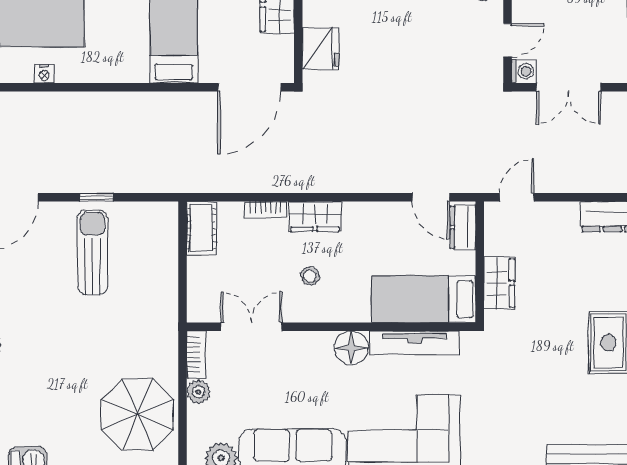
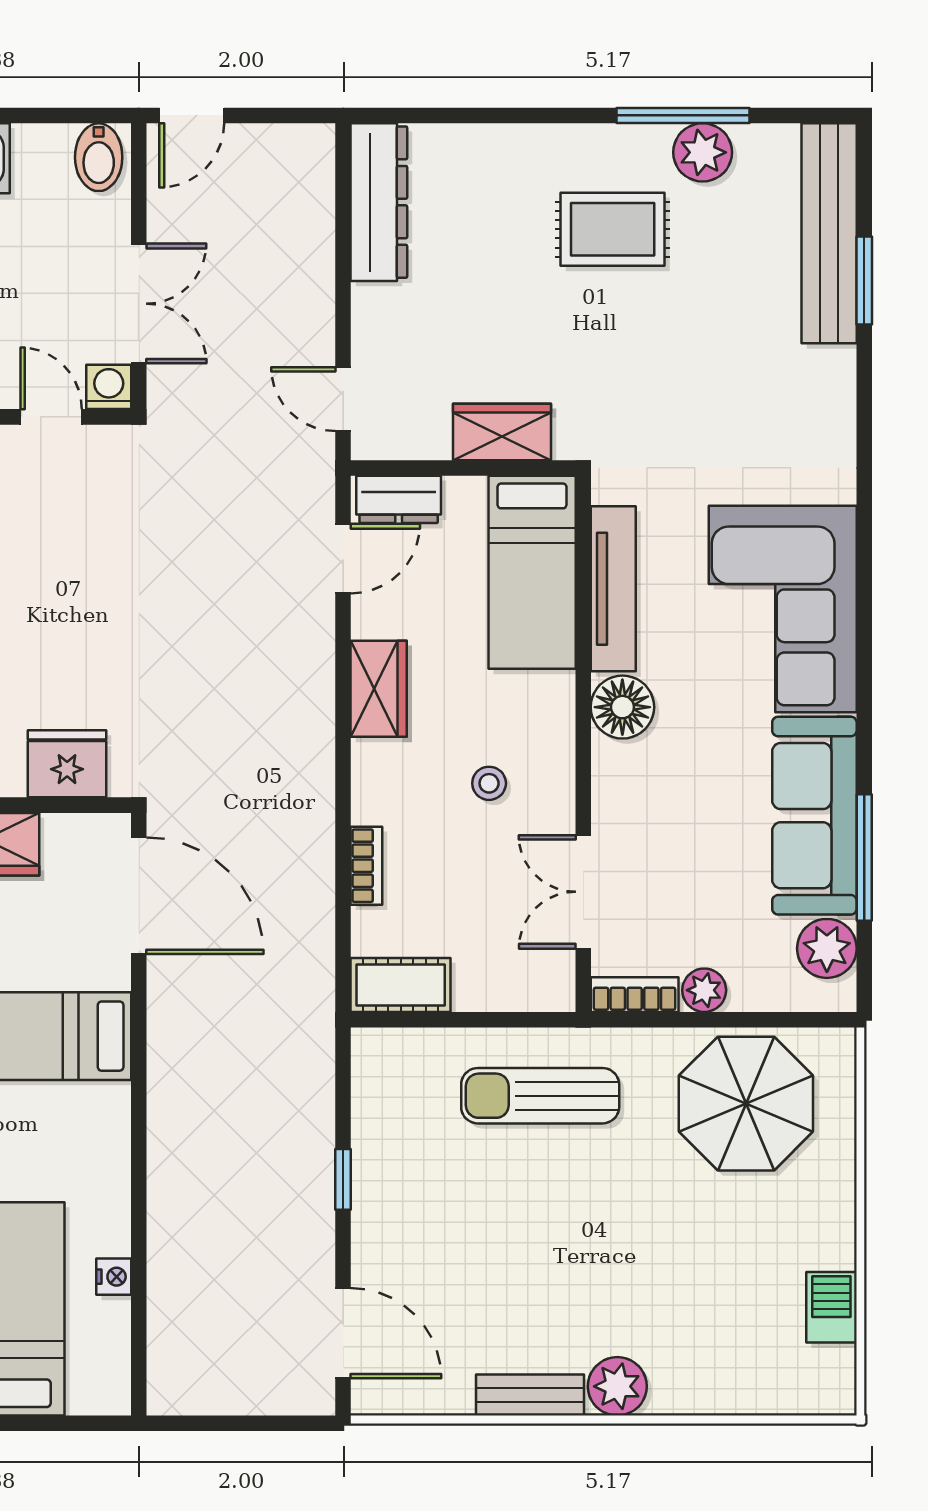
wardrobe: (315, 217) -> (379, 689), moved
sun lounger: (92, 252) -> (540, 1096), moved

